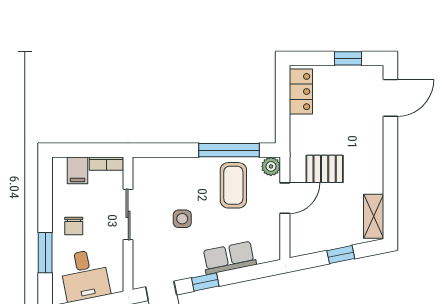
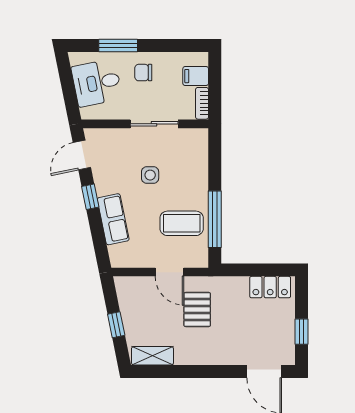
plant: (271, 166) -> (199, 259), removed

